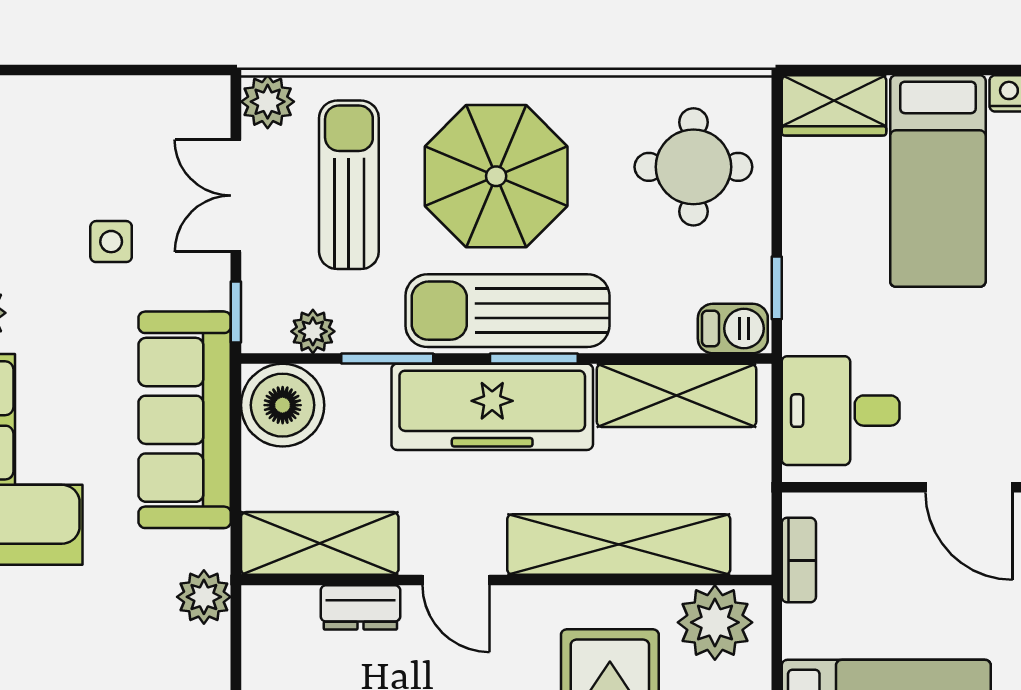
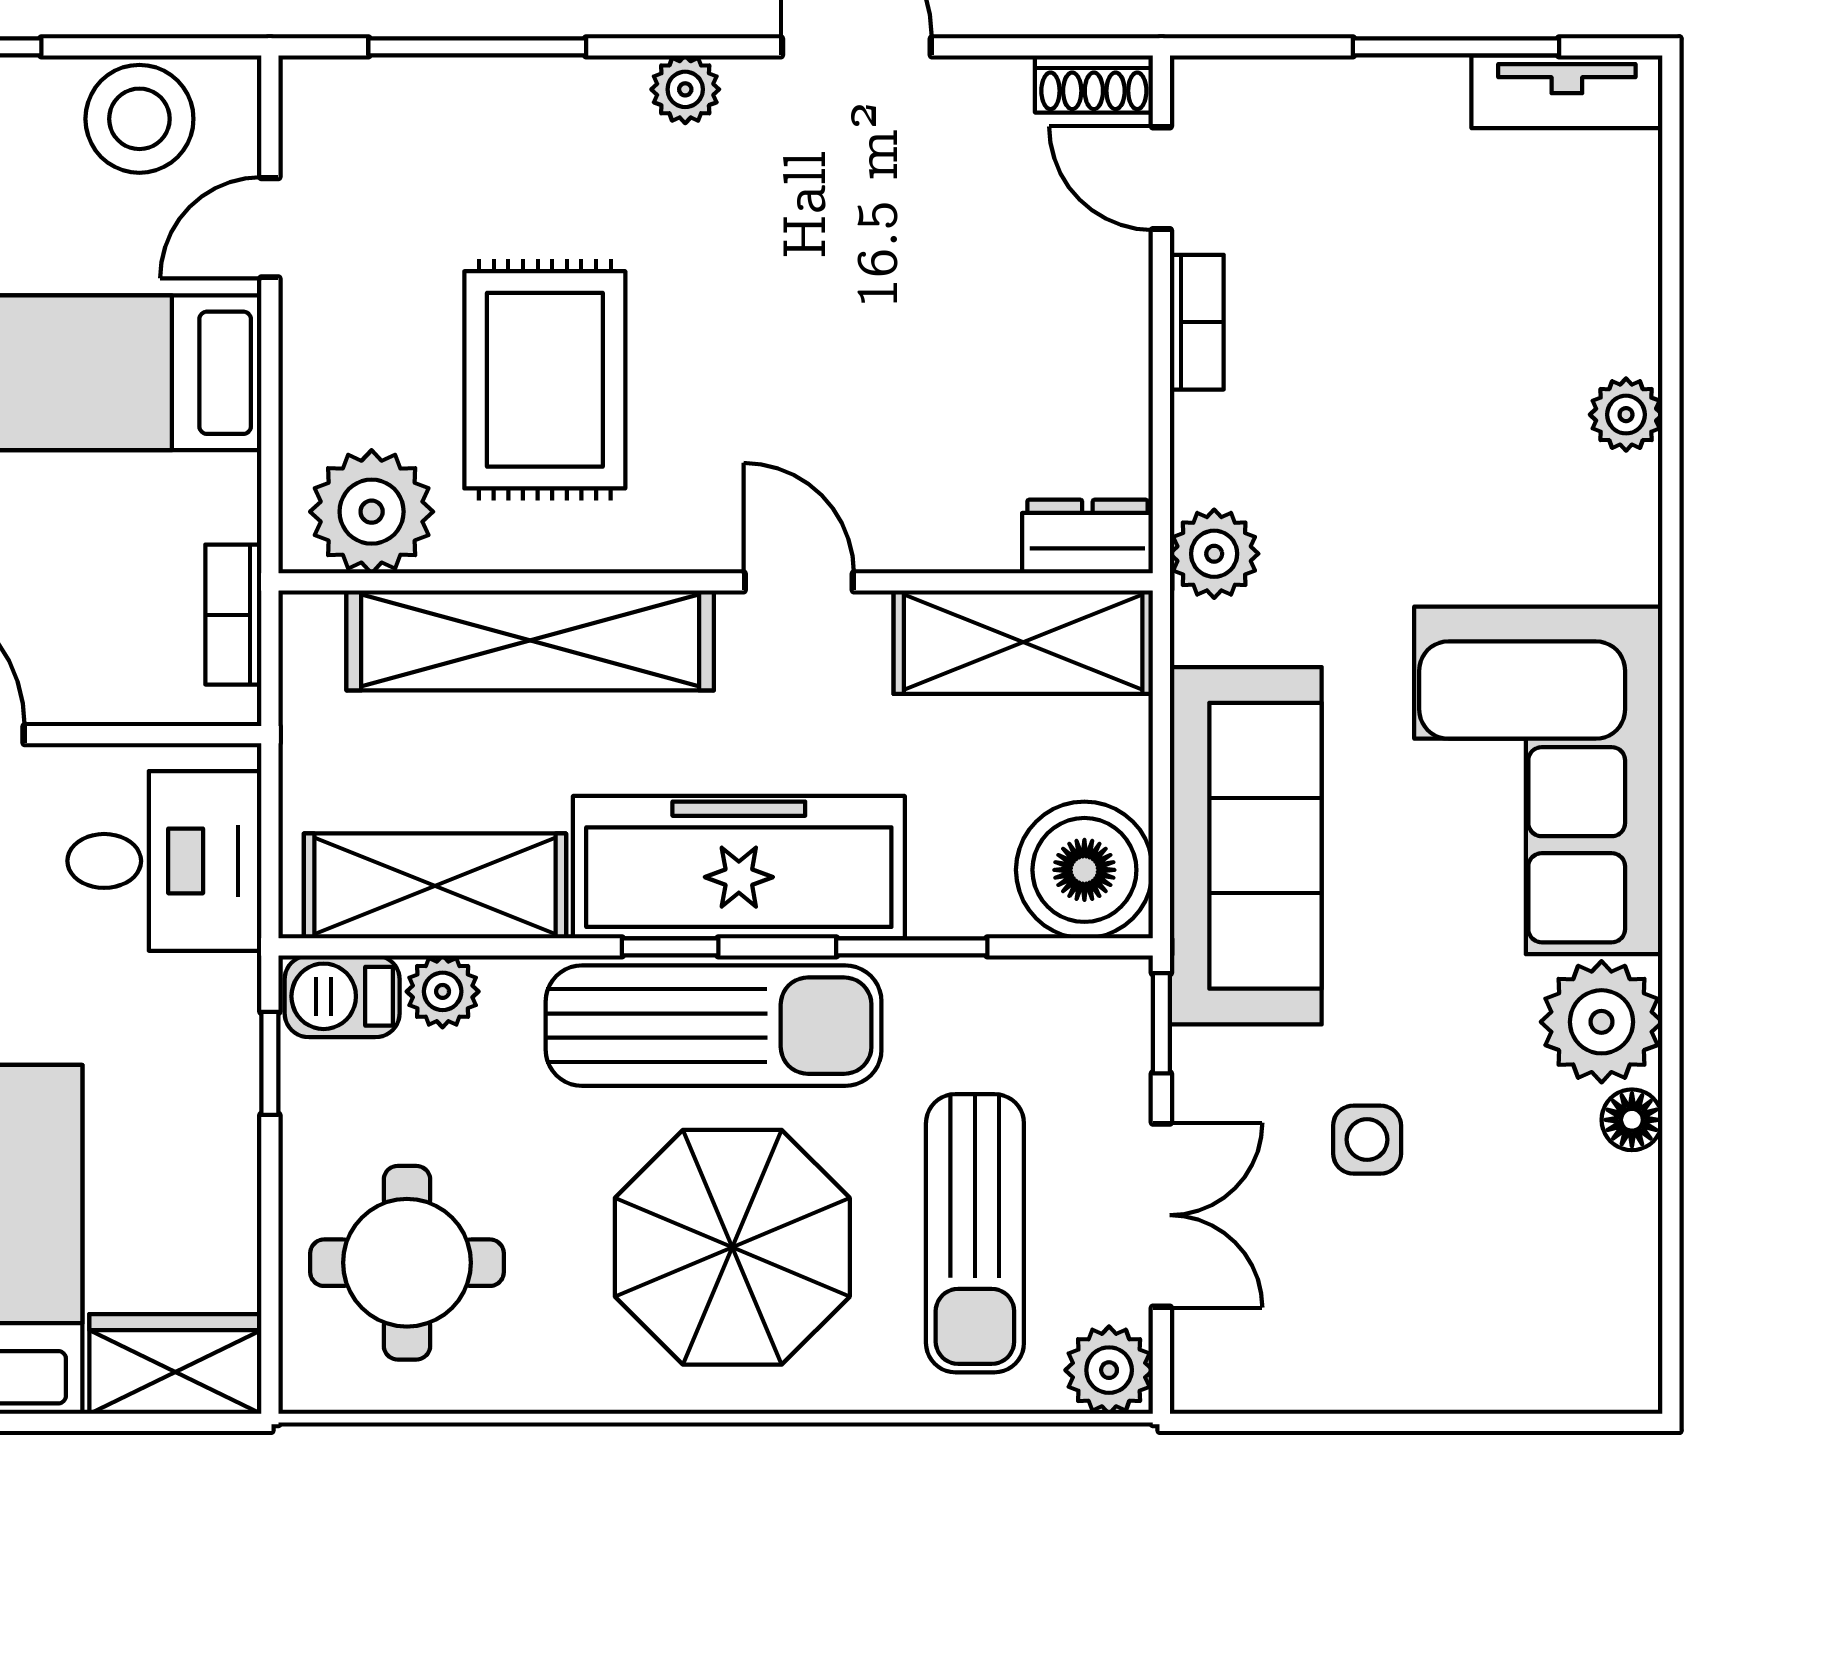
plant: (313, 331) -> (443, 991), moved
window: (534, 358) -> (670, 947), width x0.67
dresser: (360, 607) -> (1087, 536), moved

